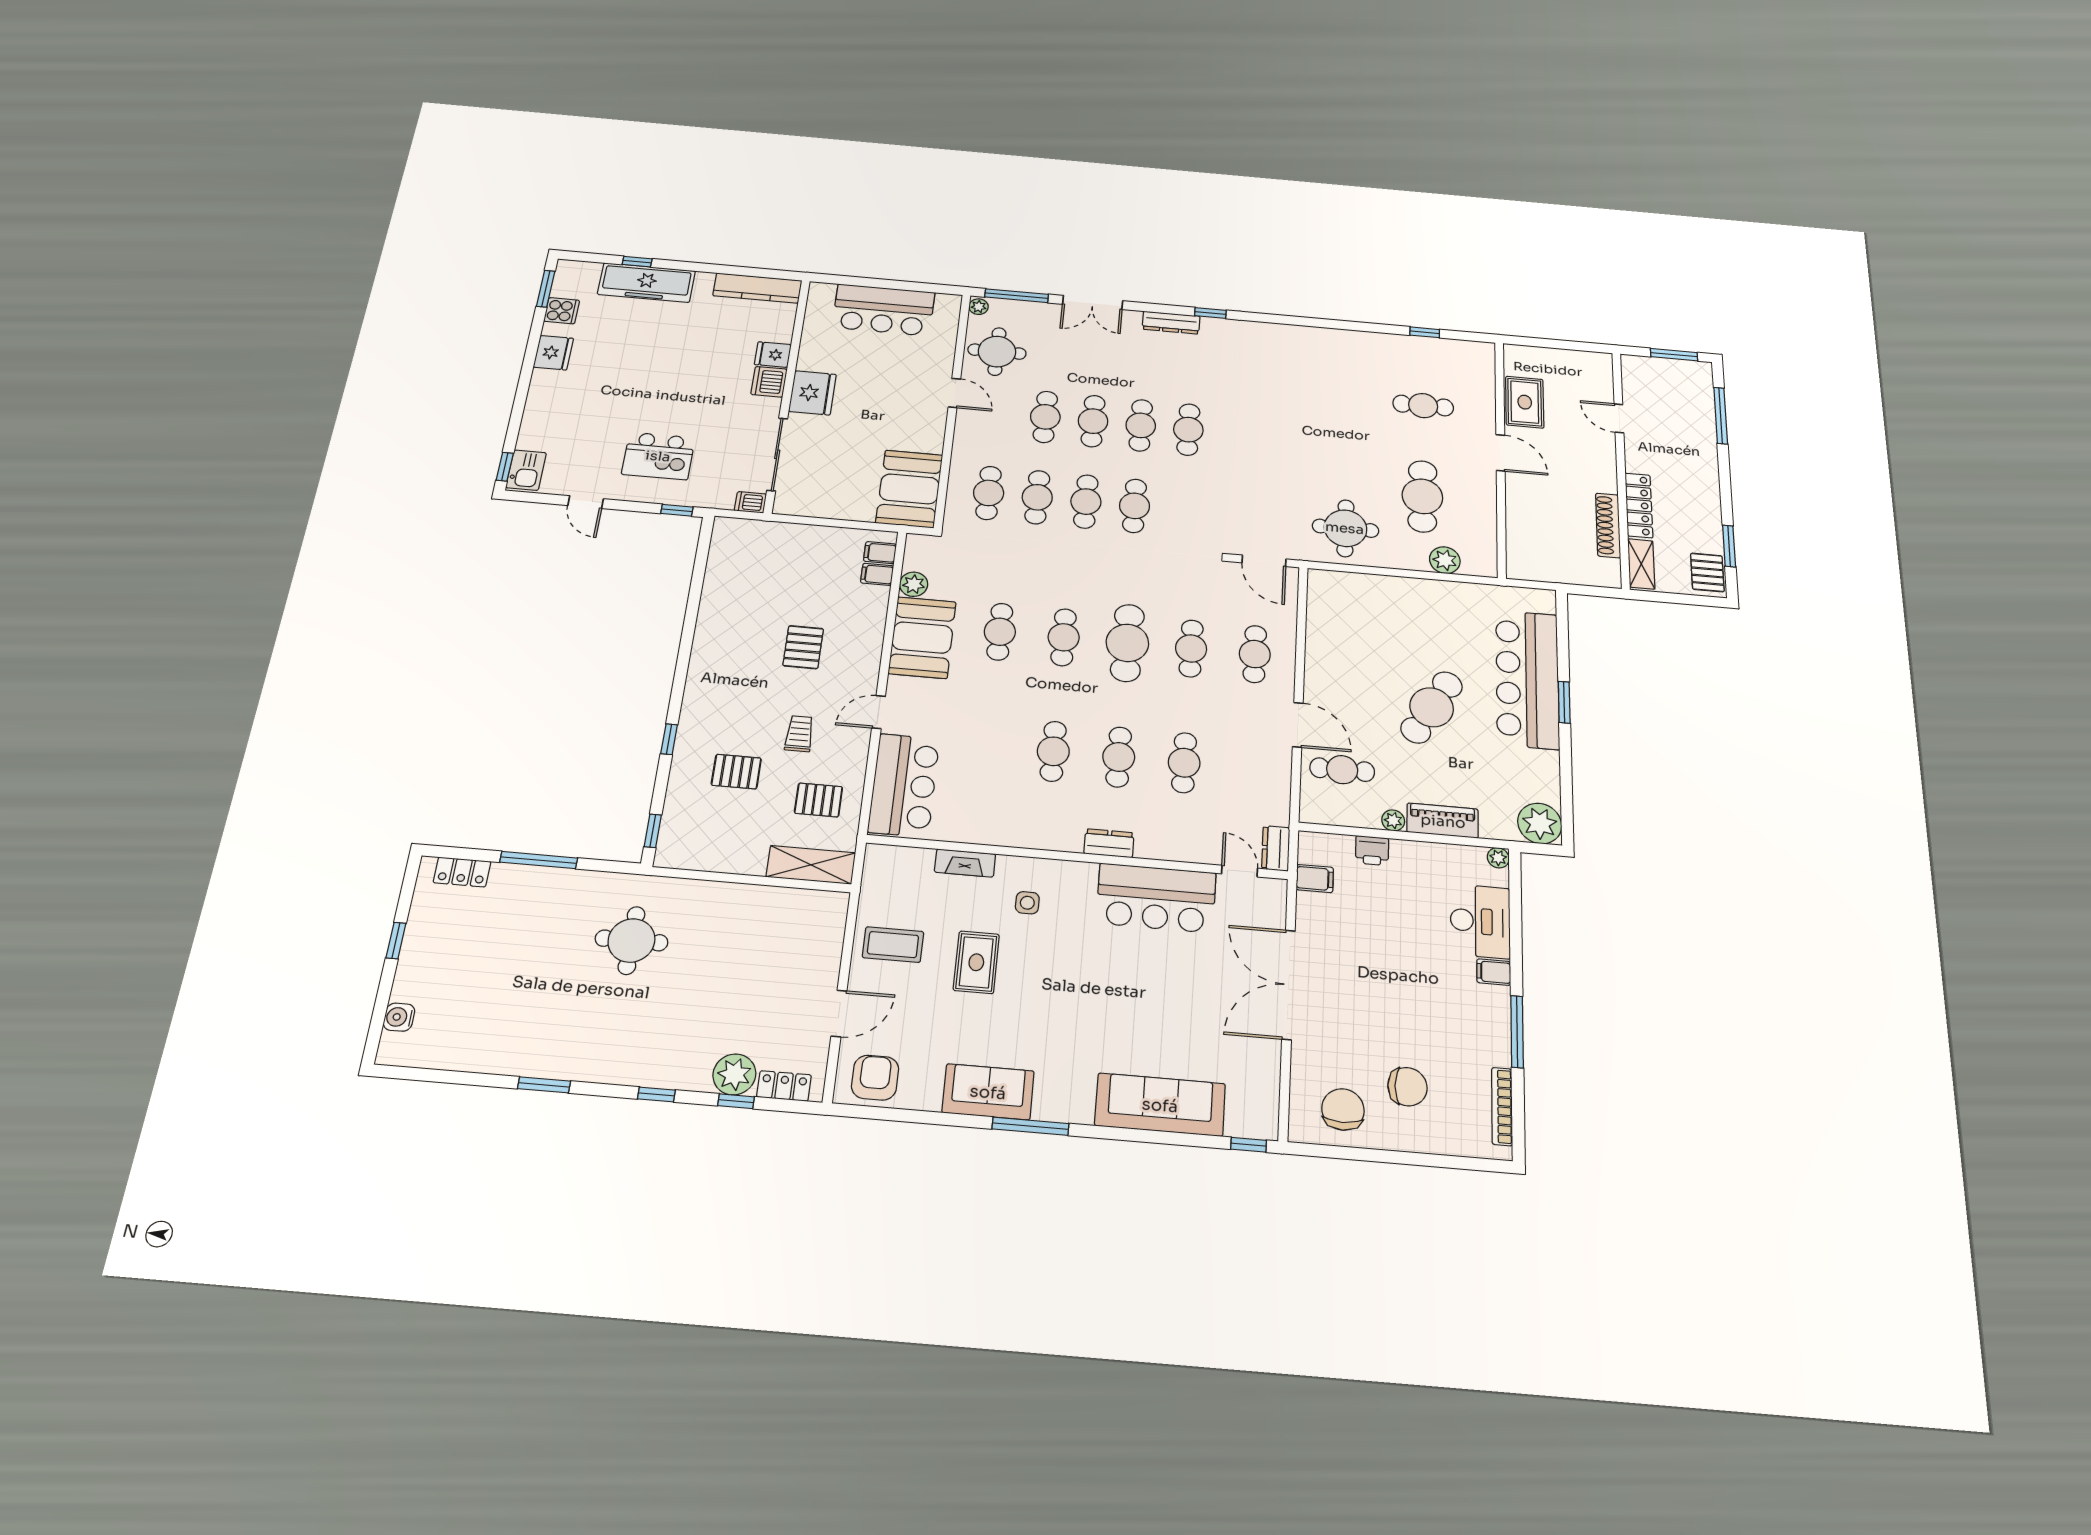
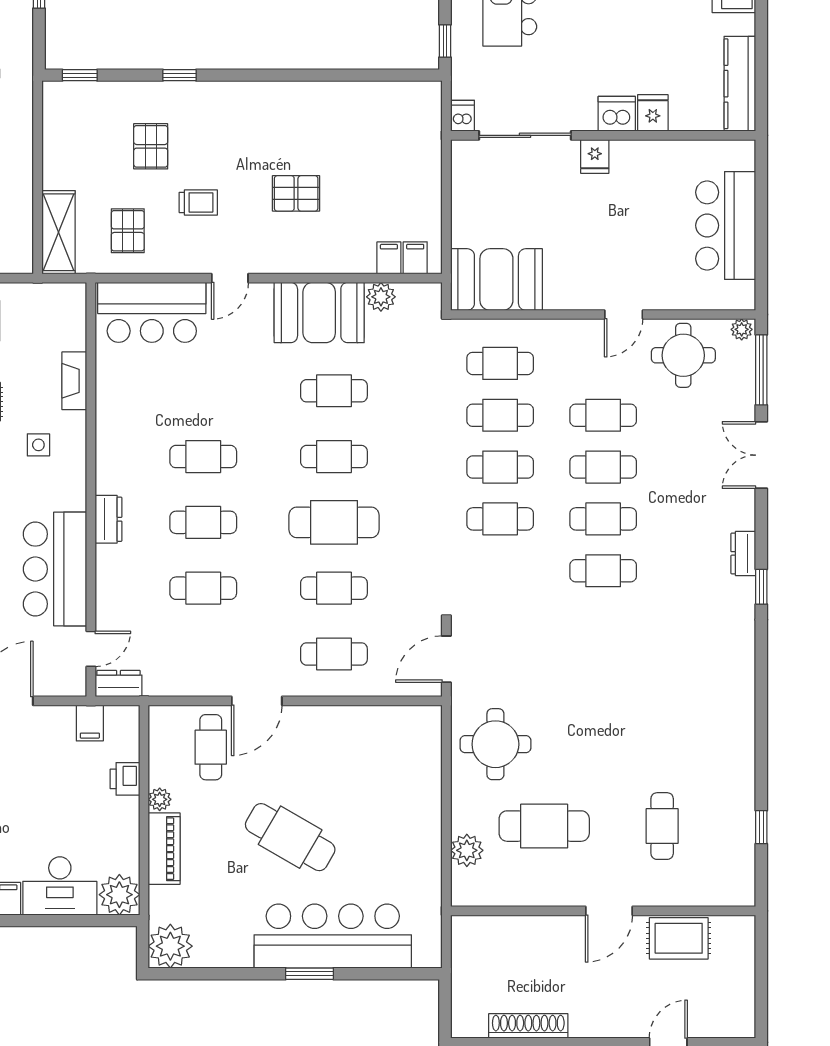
dresser: (1171, 323) -> (743, 553), width x0.70
fridge: (812, 393) -> (595, 156), width x0.53, depth x0.75
door: (879, 712) -> (230, 278), swing flipped
plant: (1498, 858) -> (119, 895), width x1.87, depth x1.87

